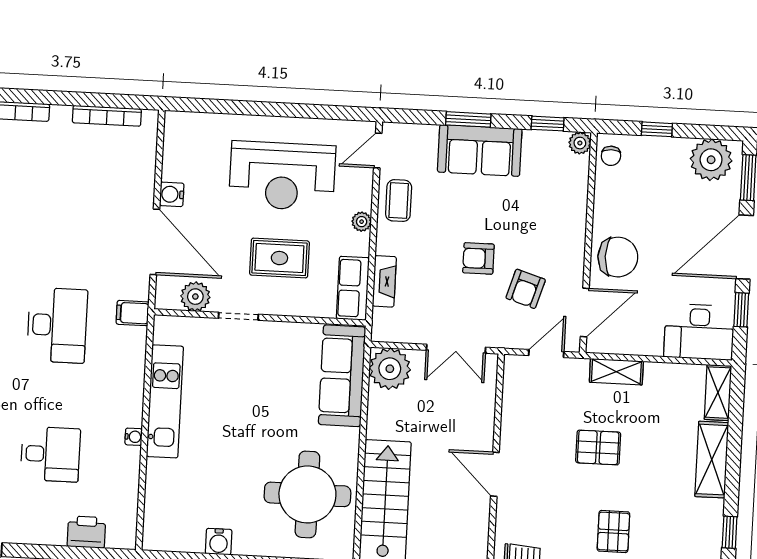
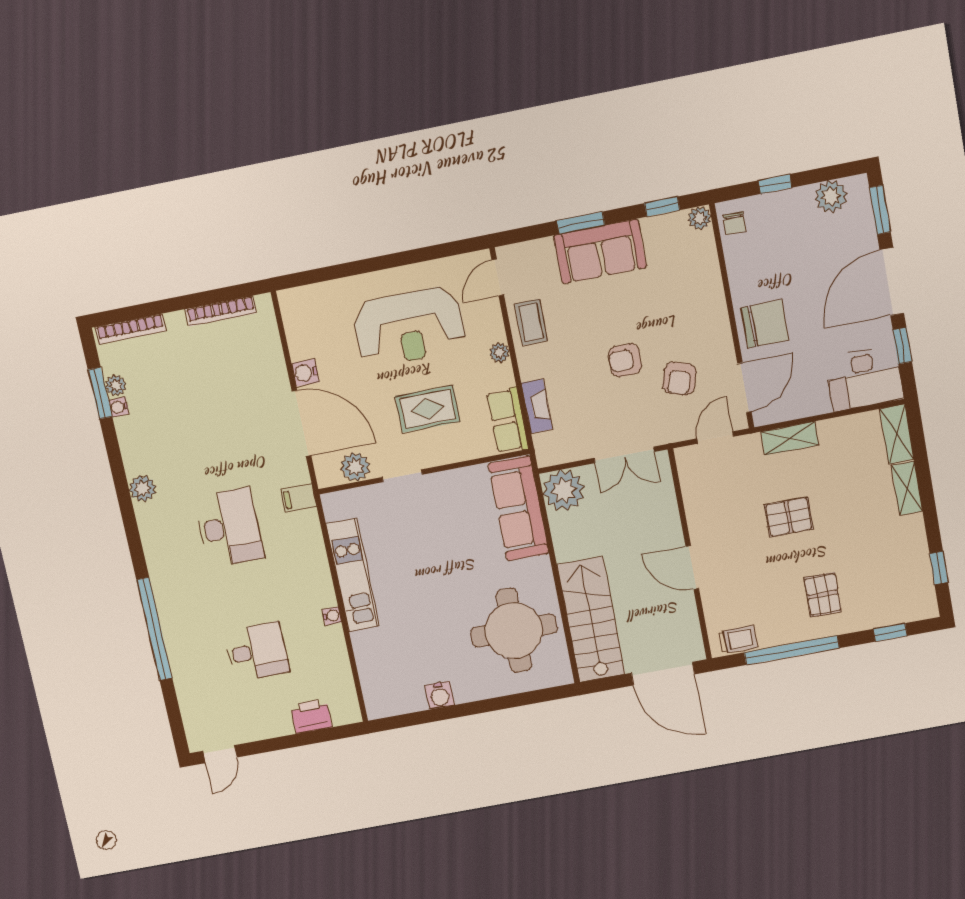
plant: (711, 160) -> (831, 196), width x0.73, depth x0.73
shelving: (712, 460) -> (907, 488), width x0.67, depth x0.75

